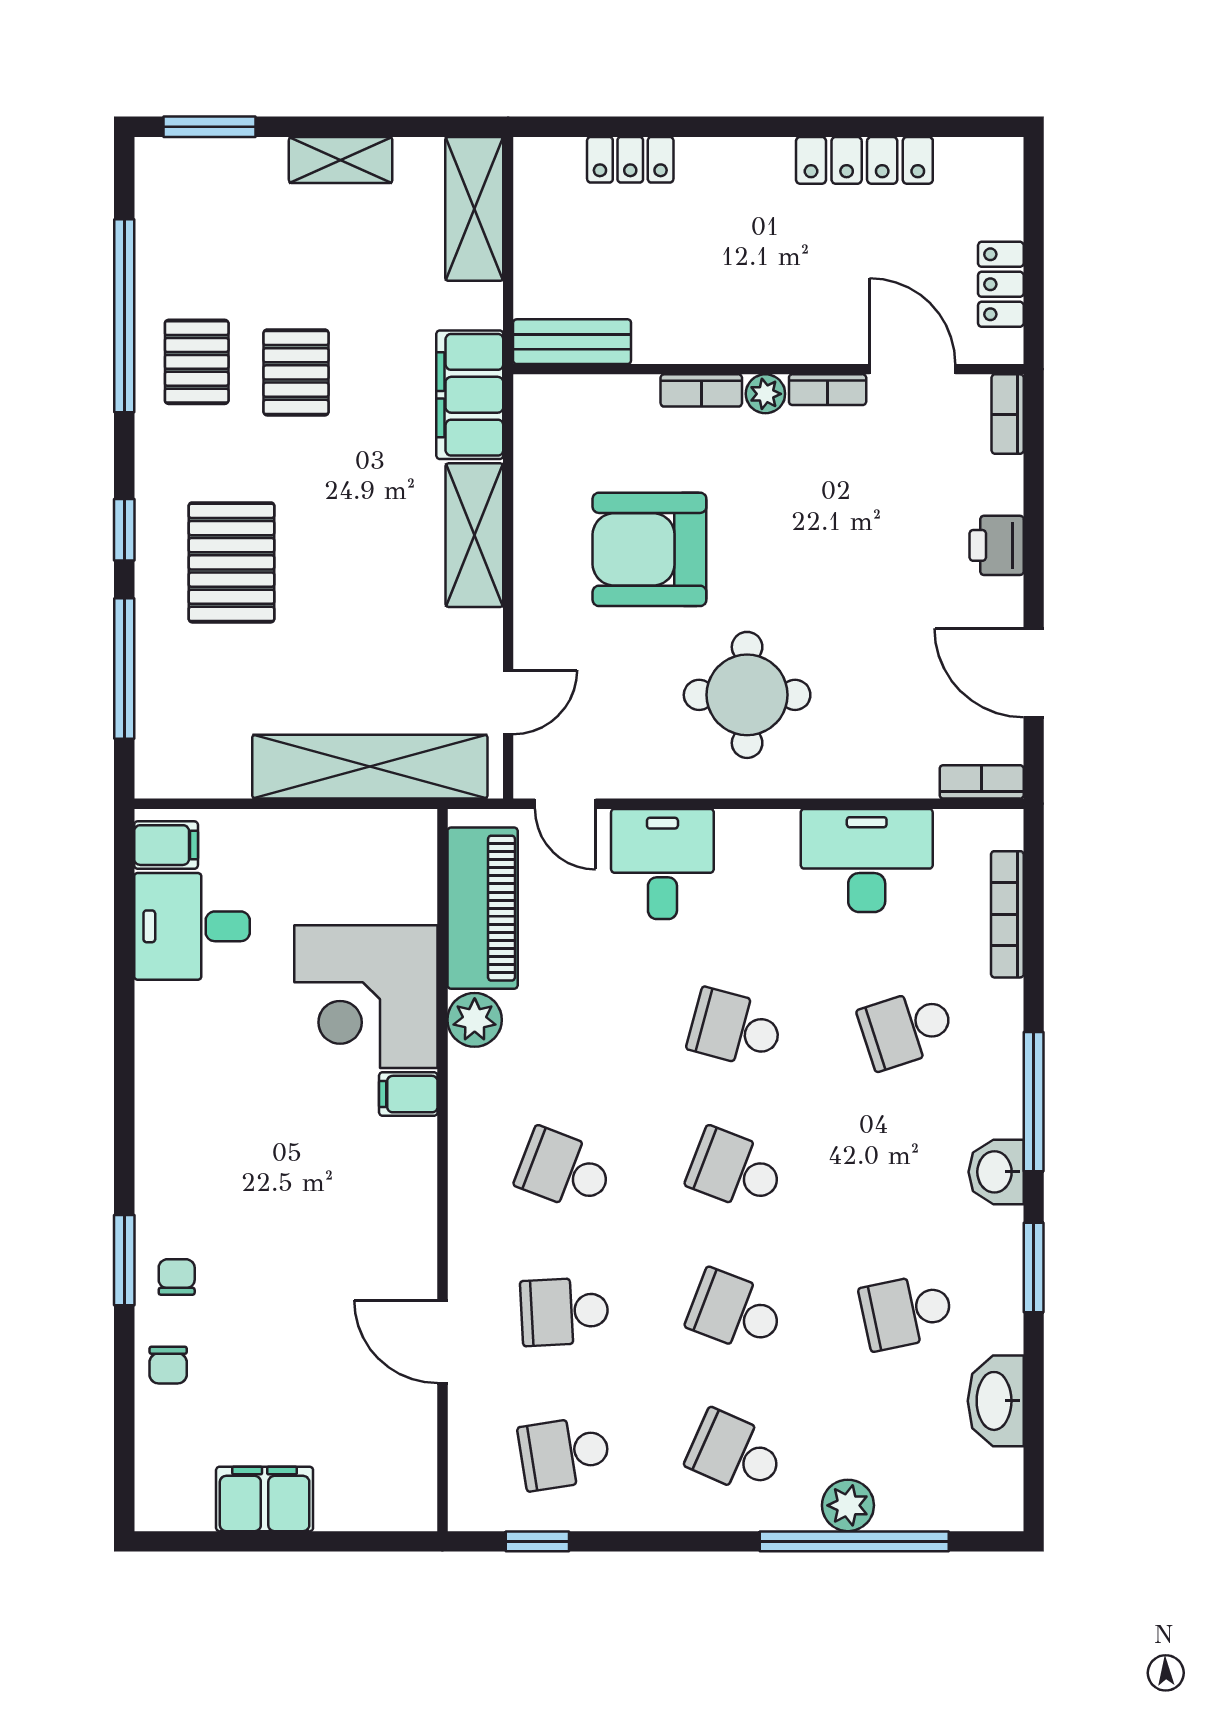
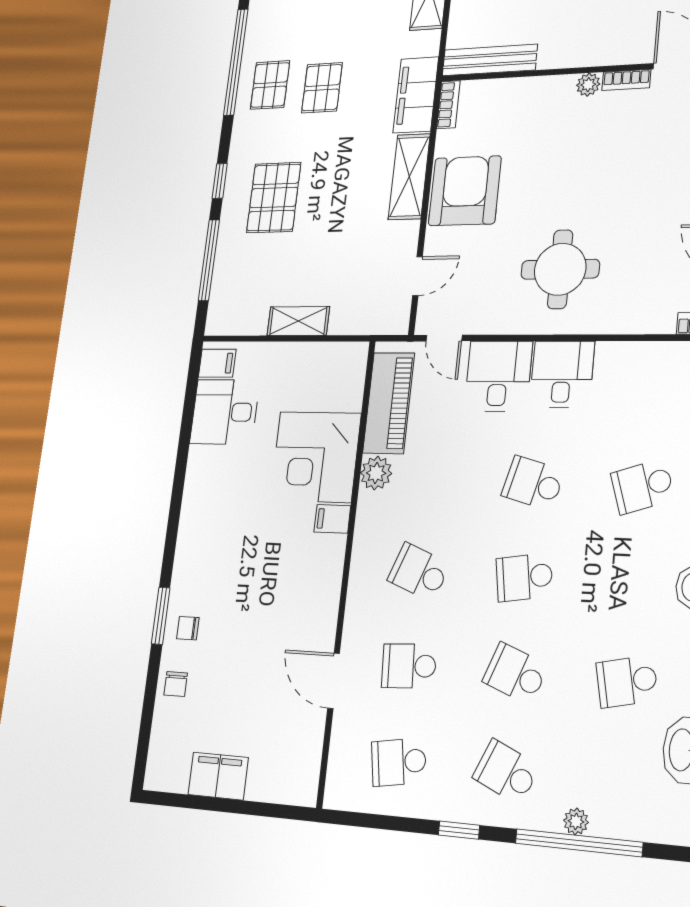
bench: (572, 342) -> (490, 60), width x1.36
bookcase: (701, 390) -> (448, 105), moved, turned -90
armchair: (649, 549) -> (465, 191), moved, turned 90
shelving: (370, 767) -> (298, 321), width x0.45, depth x0.75
desk: (867, 860) -> (562, 374), moved, width x0.73
school desk: (736, 1170) -> (524, 577), turned -30
chair: (177, 1277) -> (188, 628), turned -90
plant: (848, 1505) -> (576, 821), width x0.73, depth x0.73
window: (537, 1541) -> (459, 830), moved

